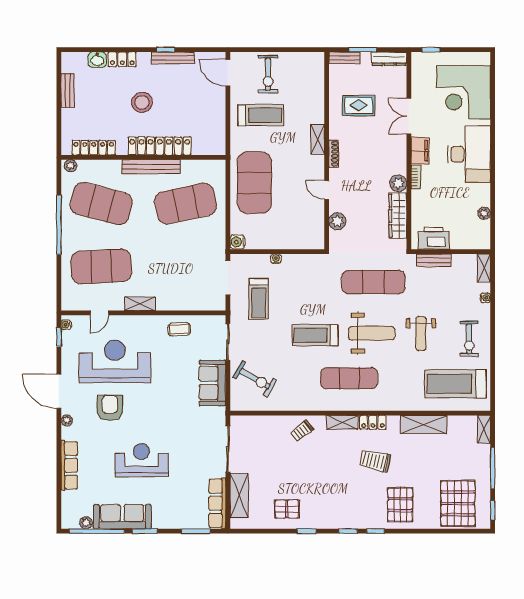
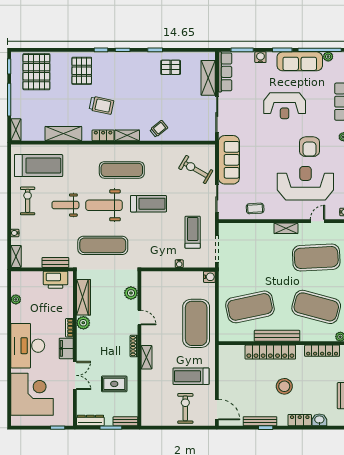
weight bench: (421, 334) -> (65, 205), turned -90
reception desk: (115, 361) -> (305, 183), turned 180
sofa: (212, 383) -> (229, 160), width x1.36
water cooler: (172, 522) -> (260, 57), added

